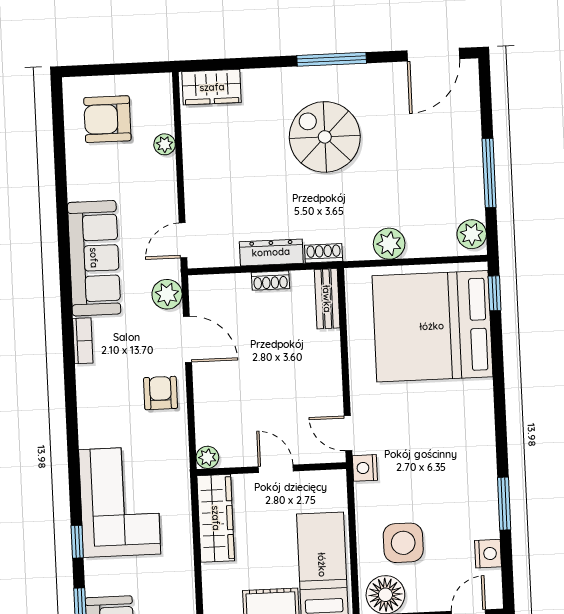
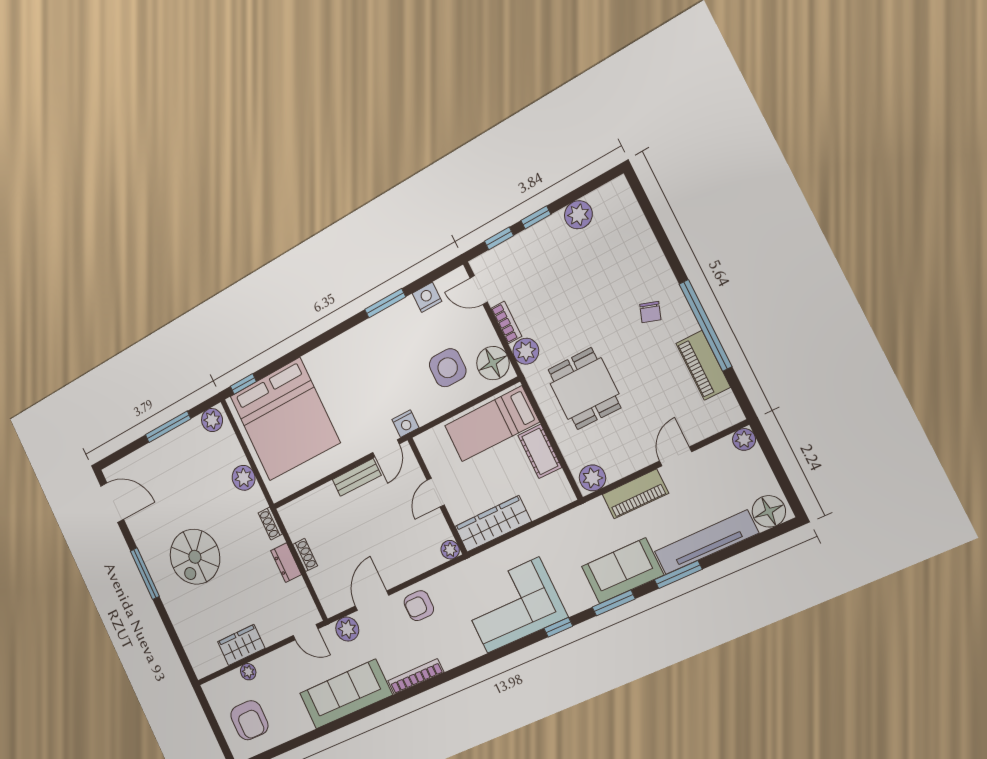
wardrobe: (212, 87) -> (241, 645), moved, turned -90
dresser: (271, 252) -> (286, 563), width x0.70
bench: (327, 299) -> (357, 477), moved
bookcase: (83, 341) -> (416, 677), width x1.56

